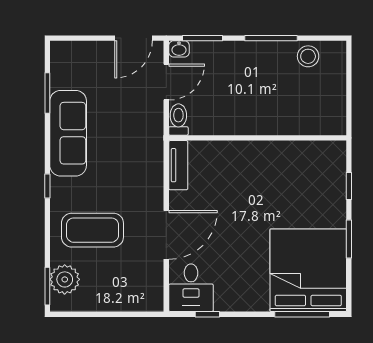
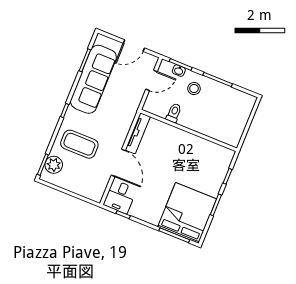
door: (134, 38) -> (134, 46), moved
washbasin: (179, 49) -> (179, 71), moved
stool: (308, 56) -> (194, 89), moved
toilet: (178, 120) -> (174, 113), moved
sofa: (68, 133) -> (93, 79), width x1.36, depth x1.27
tv unit: (178, 165) -> (138, 133), width x1.41
door: (166, 235) -> (118, 163), hinge flipped

